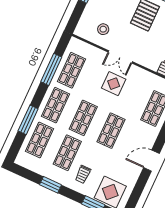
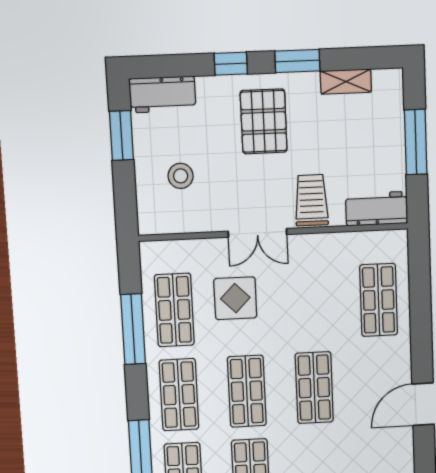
stool: (103, 29) -> (181, 176), moved
trolley: (148, 55) -> (311, 200), added
display table: (114, 84) -> (235, 298), moved

